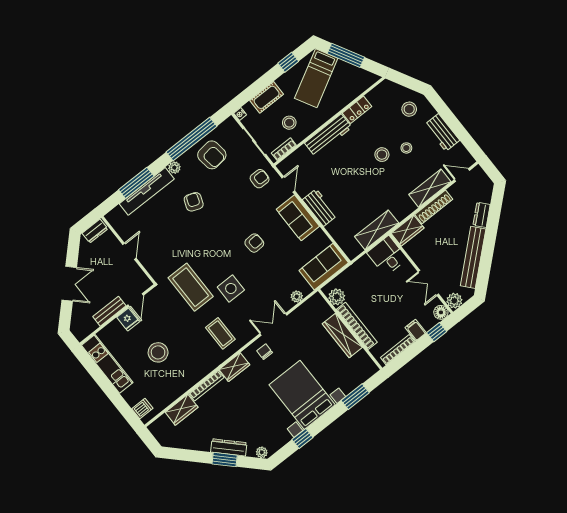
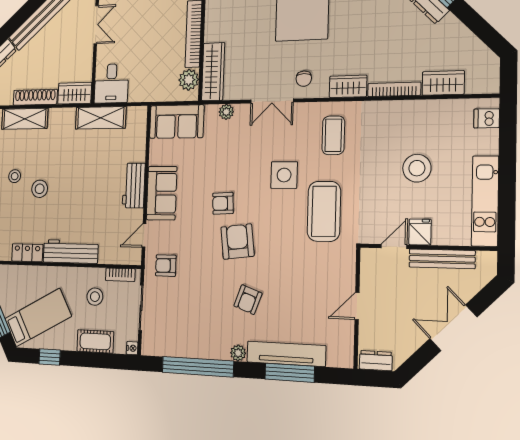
armchair: (212, 155) -> (237, 242), moved
bench: (109, 311) -> (442, 259), width x1.36
wardrobe: (342, 335) -> (213, 72), moved

